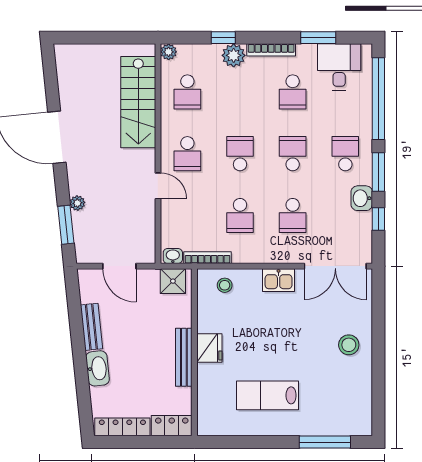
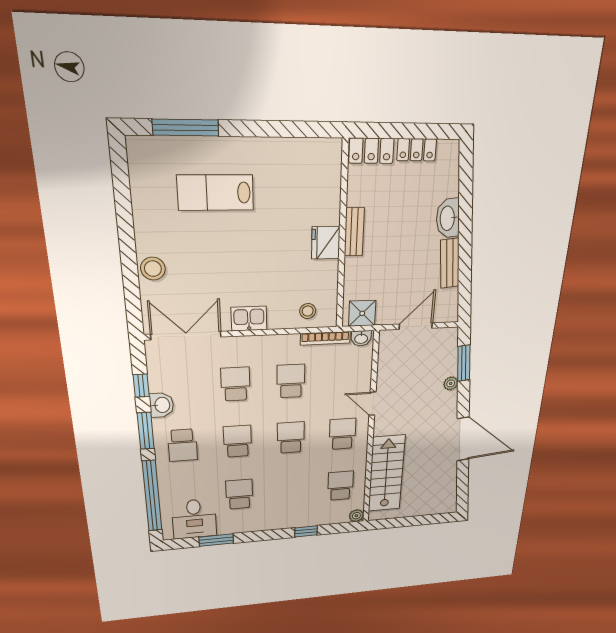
bookcase: (271, 50) -> (261, 526), removed
plant: (234, 55) -> (297, 518), removed
school desk: (240, 154) -> (291, 438), turned 180
school desk: (293, 154) -> (237, 441), turned 180
door: (119, 266) -> (416, 326), hinge flipped
stool: (349, 345) -> (153, 269), moved
bench: (184, 357) -> (354, 232), width x0.73
lab bench: (268, 395) -> (215, 193), moved, turned 180
locker: (122, 427) -> (417, 150), width x0.66

